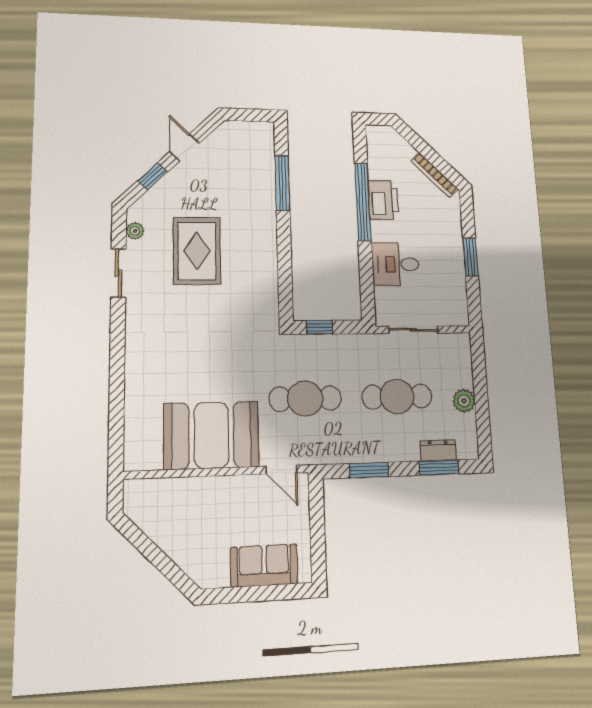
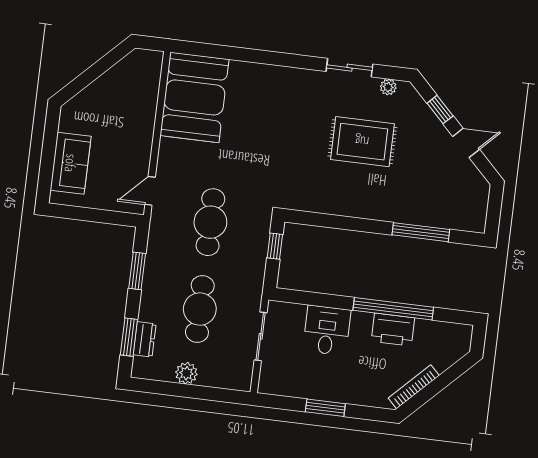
booth: (211, 435) -> (195, 97), moved

